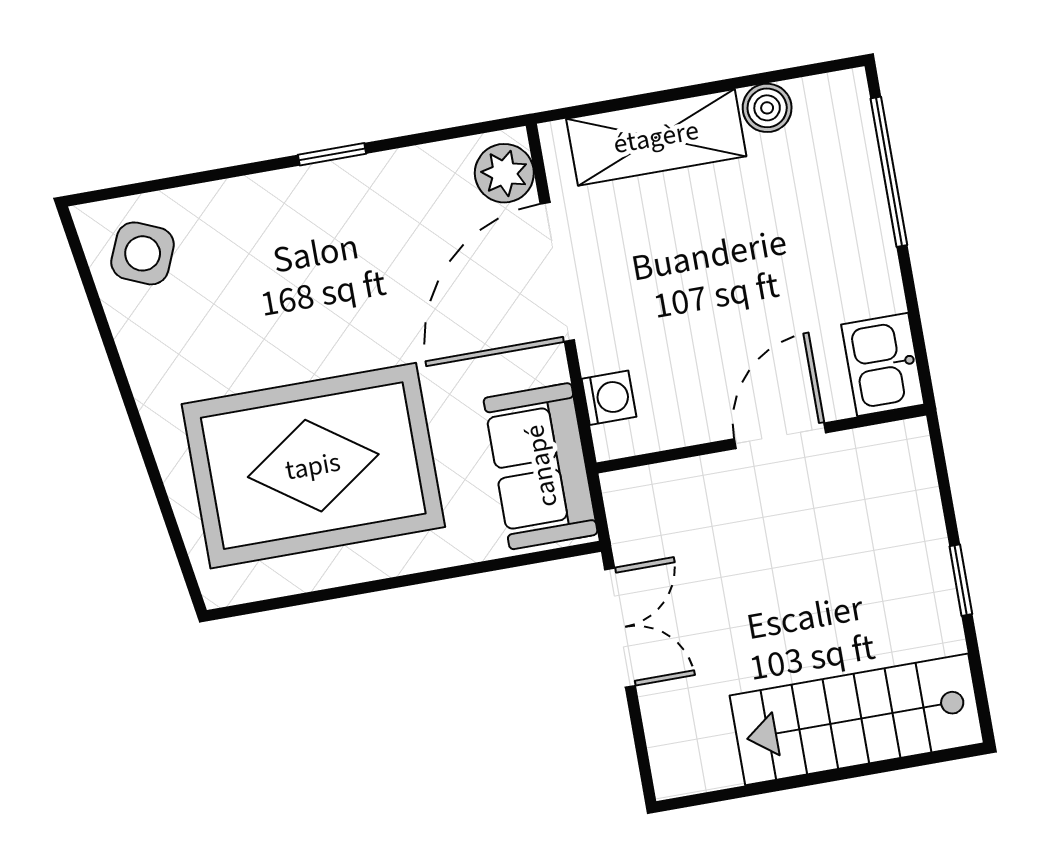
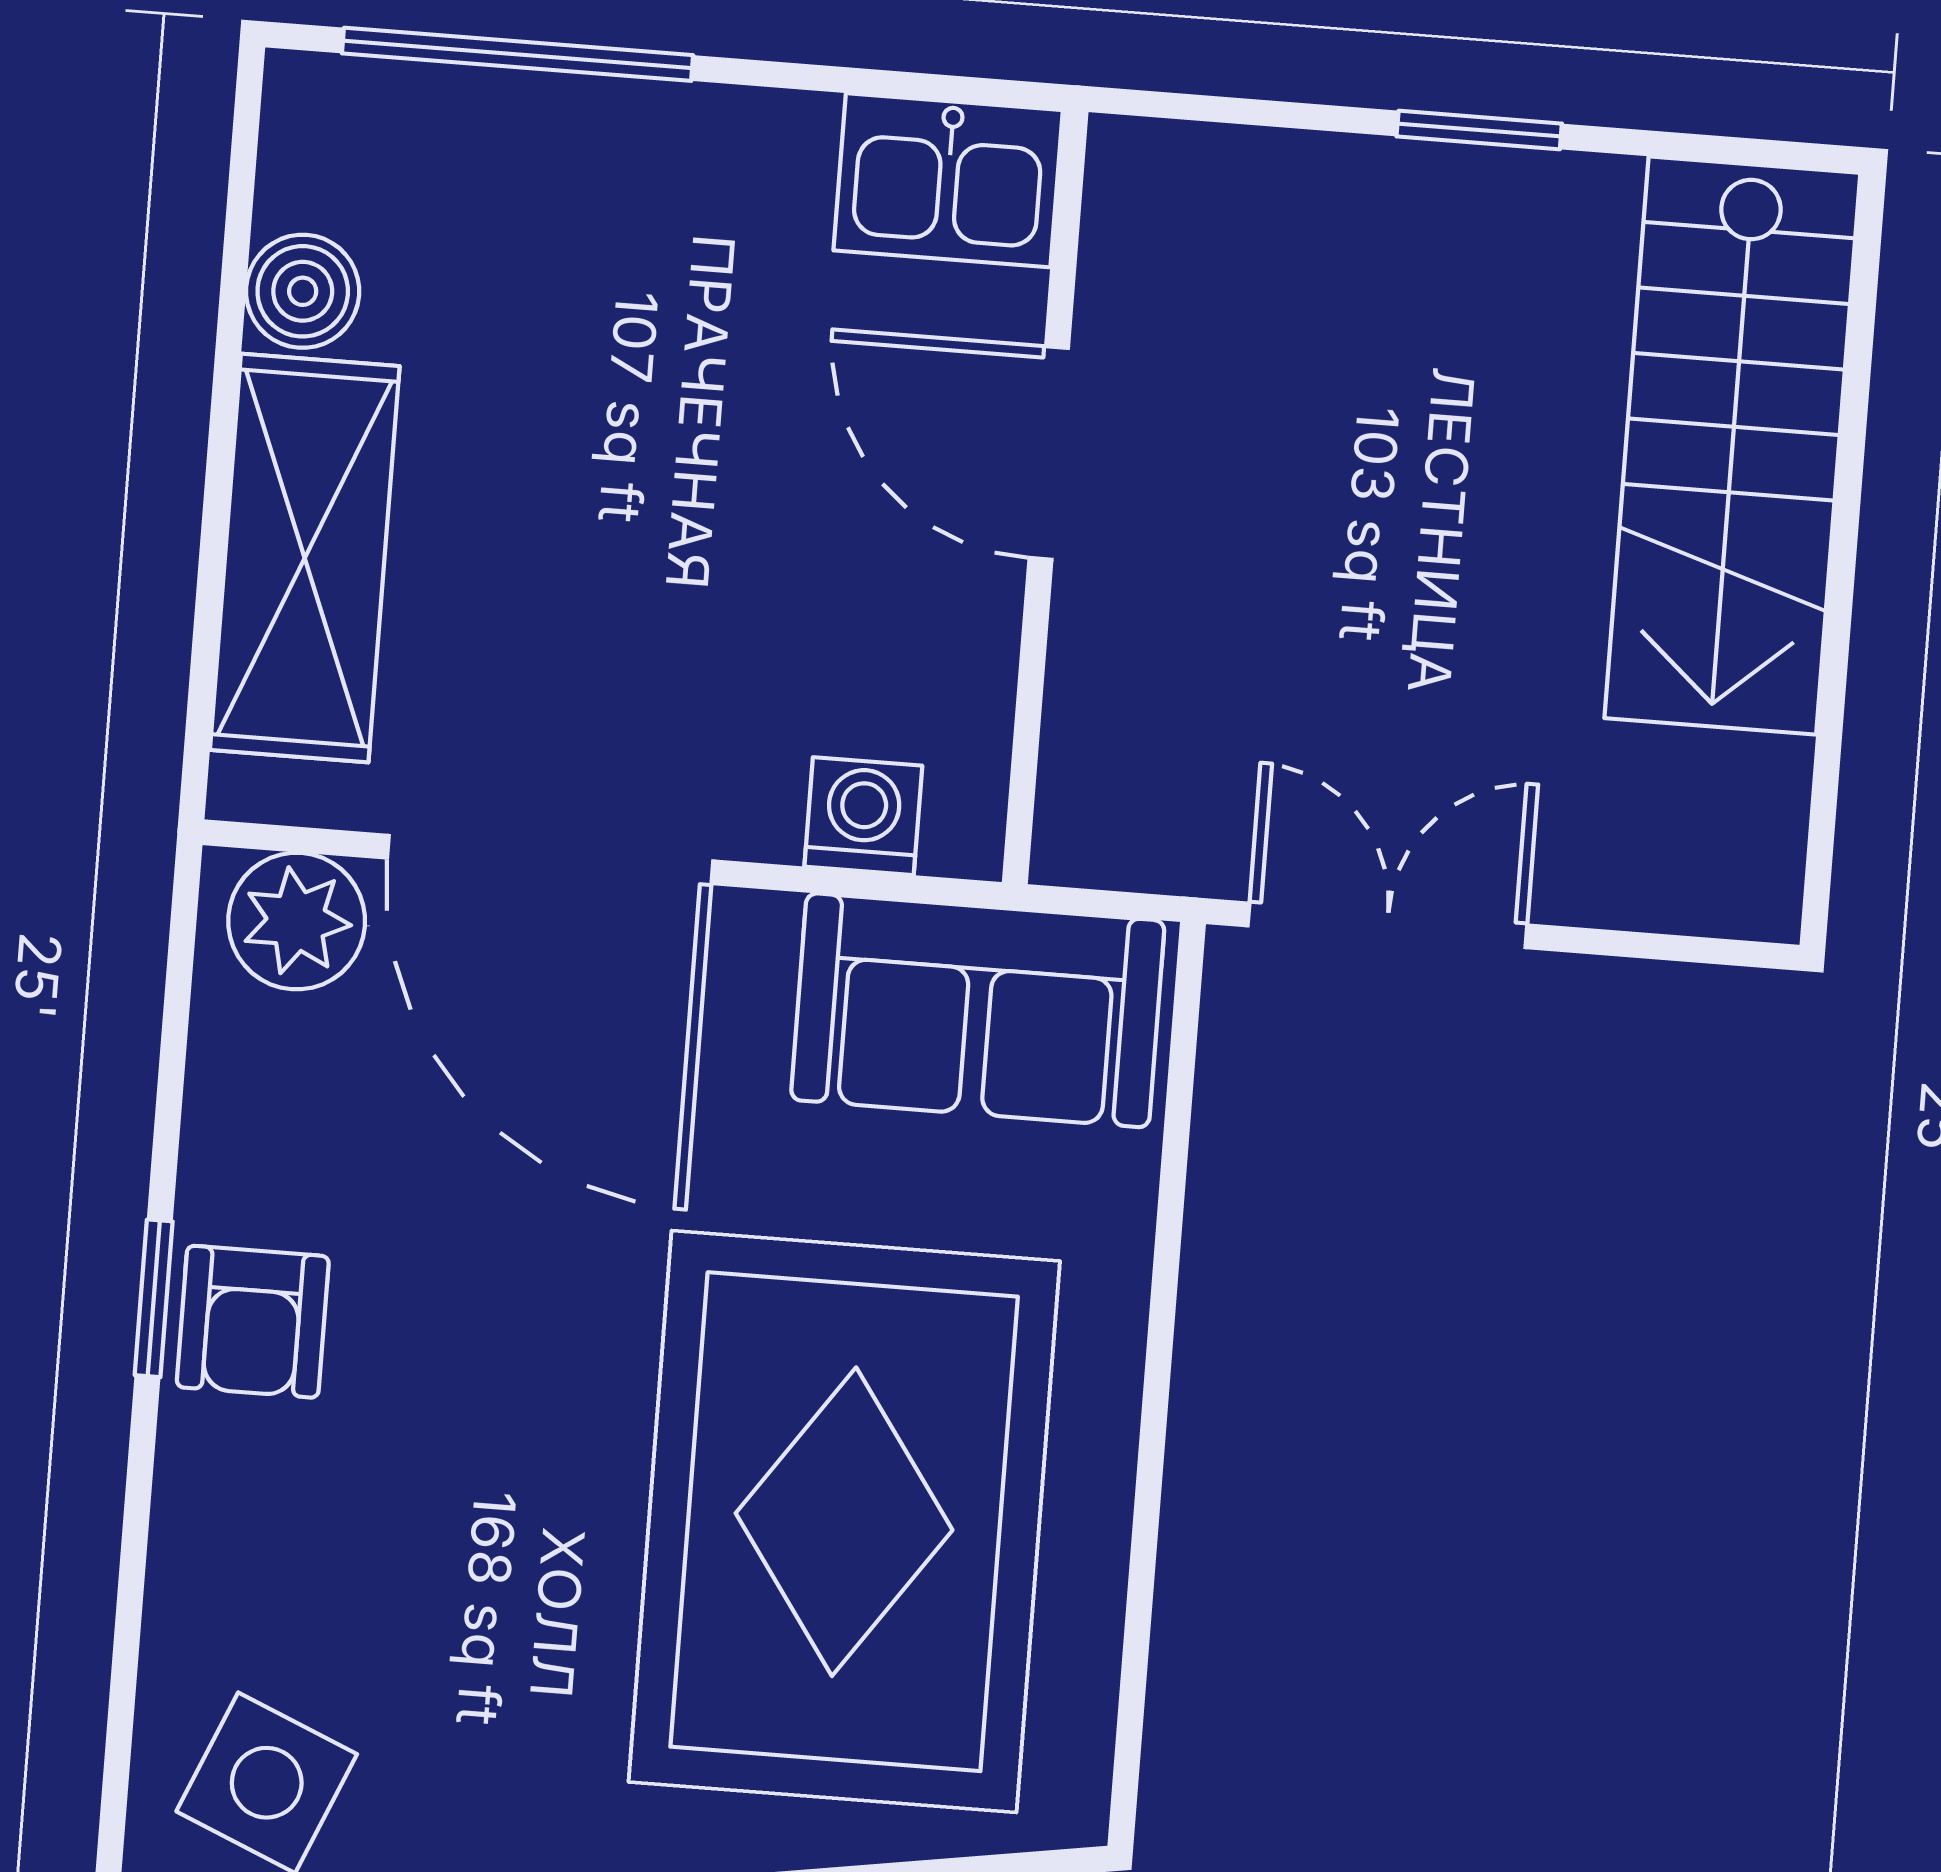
armchair: (333, 198) -> (253, 1322), added

